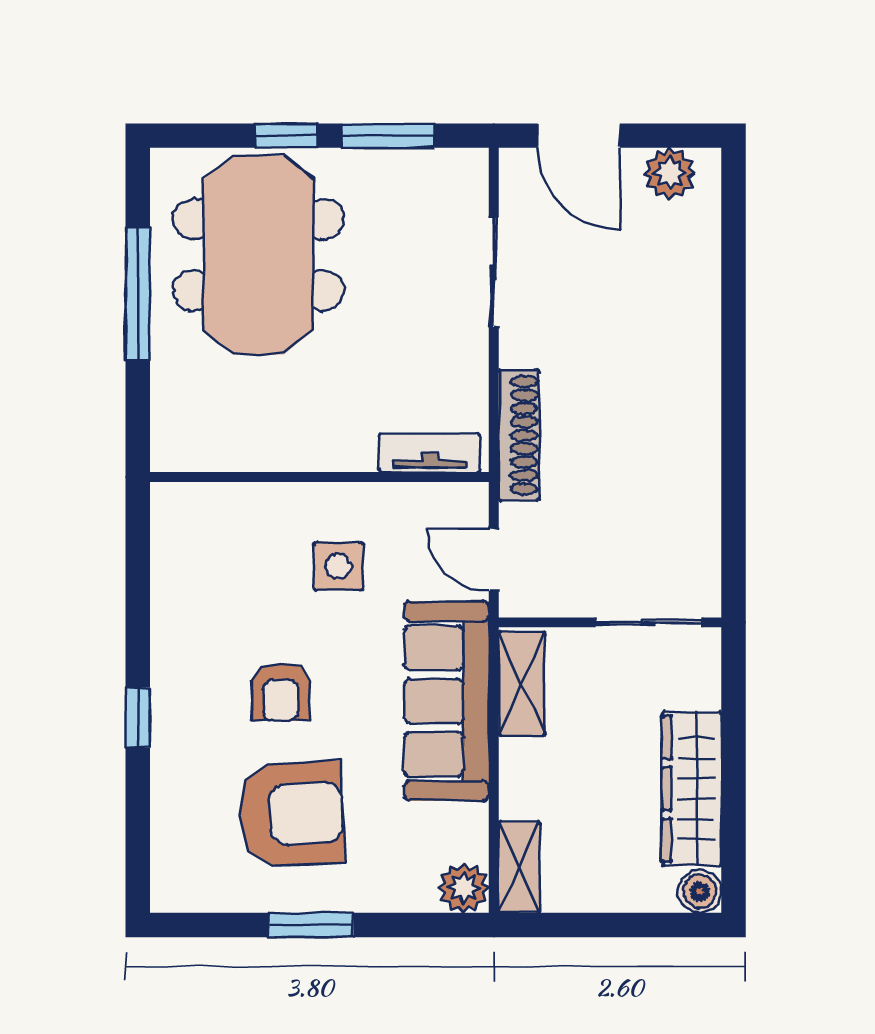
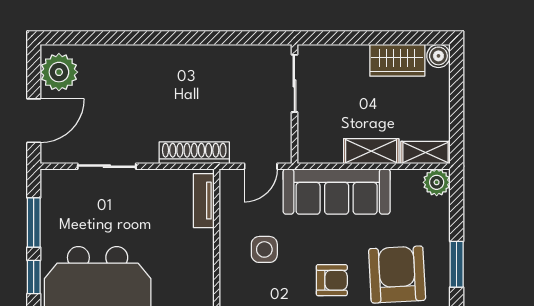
plant: (669, 173) -> (59, 72), width x1.36, depth x1.36
shelving: (522, 684) -> (371, 151), moved
wardrobe: (692, 789) -> (397, 60), width x0.67

